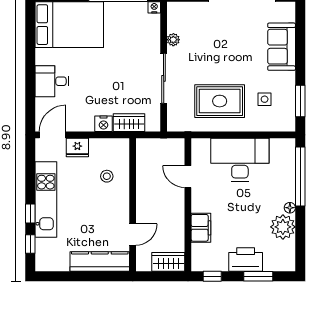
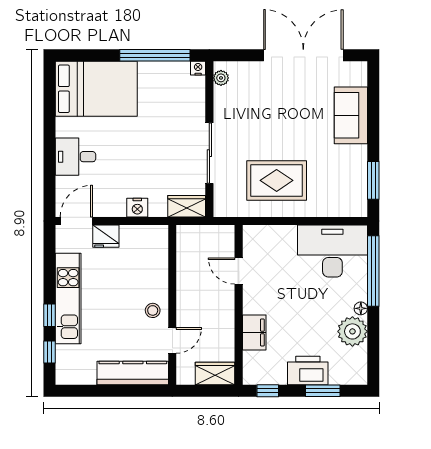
plant: (173, 40) -> (221, 78), moved
side table: (265, 99) -> (330, 178), removed
wardrobe: (129, 123) -> (187, 206), moved
desk: (240, 160) -> (332, 251), moved
stool: (107, 176) -> (153, 310), moved

